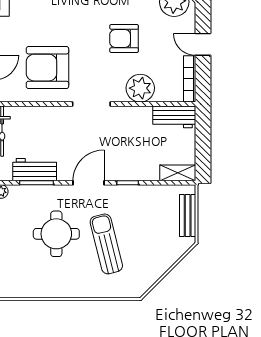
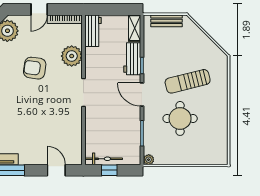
armchair: (124, 38) -> (35, 68), turned 98
armchair: (47, 68) -> (56, 125), removed
workbench: (35, 170) -> (132, 59), moved

